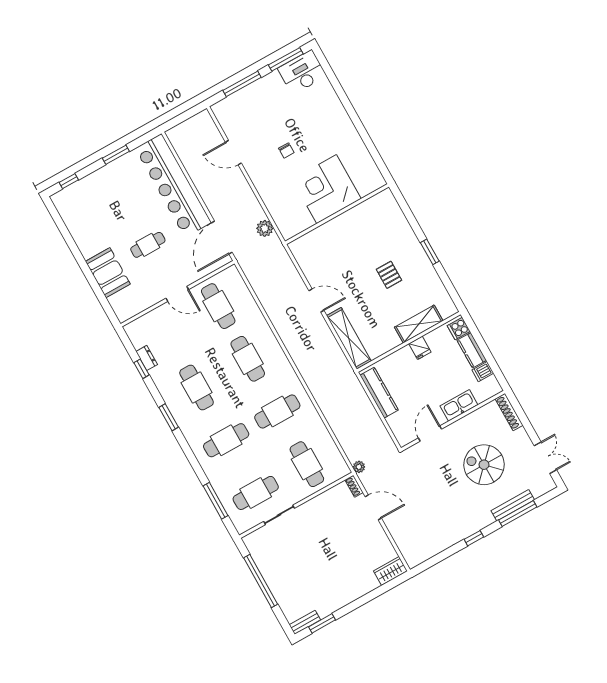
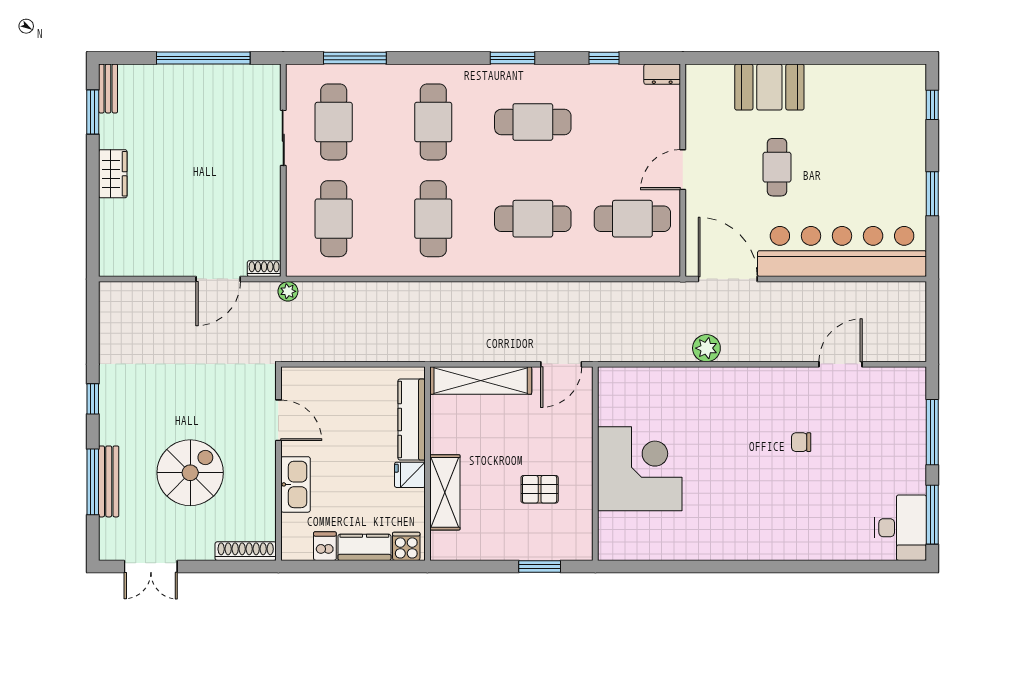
corner desk: (327, 189) -> (640, 469), moved
wall: (337, 214) -> (595, 464), moved
dresser: (147, 358) -> (662, 74), moved
kitchen counter: (379, 393) -> (412, 420), moved, turned 90
cafe table: (307, 464) -> (334, 219), turned 90
wardrobe: (390, 571) -> (113, 174), moved

